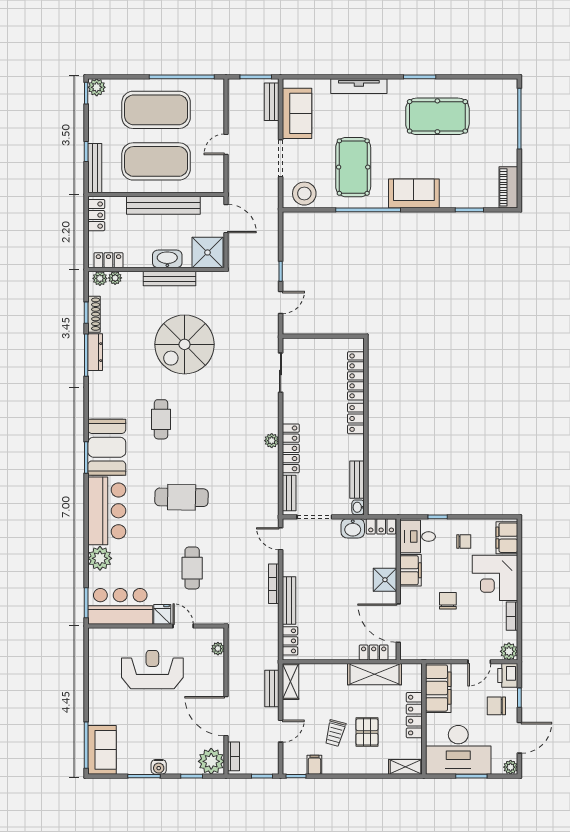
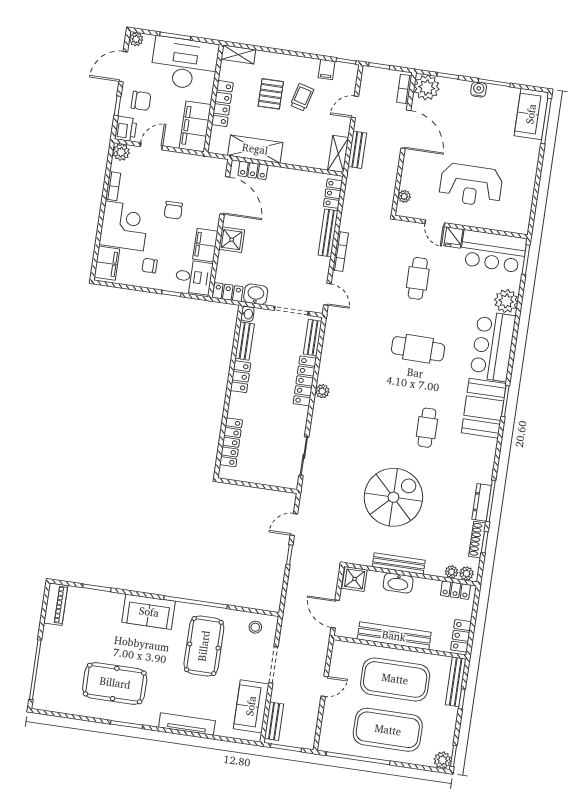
stool: (304, 194) -> (255, 627), width x0.53, depth x0.53
shower: (208, 252) -> (355, 579), width x0.73, depth x0.73
locker: (356, 418) -> (241, 377), moved

